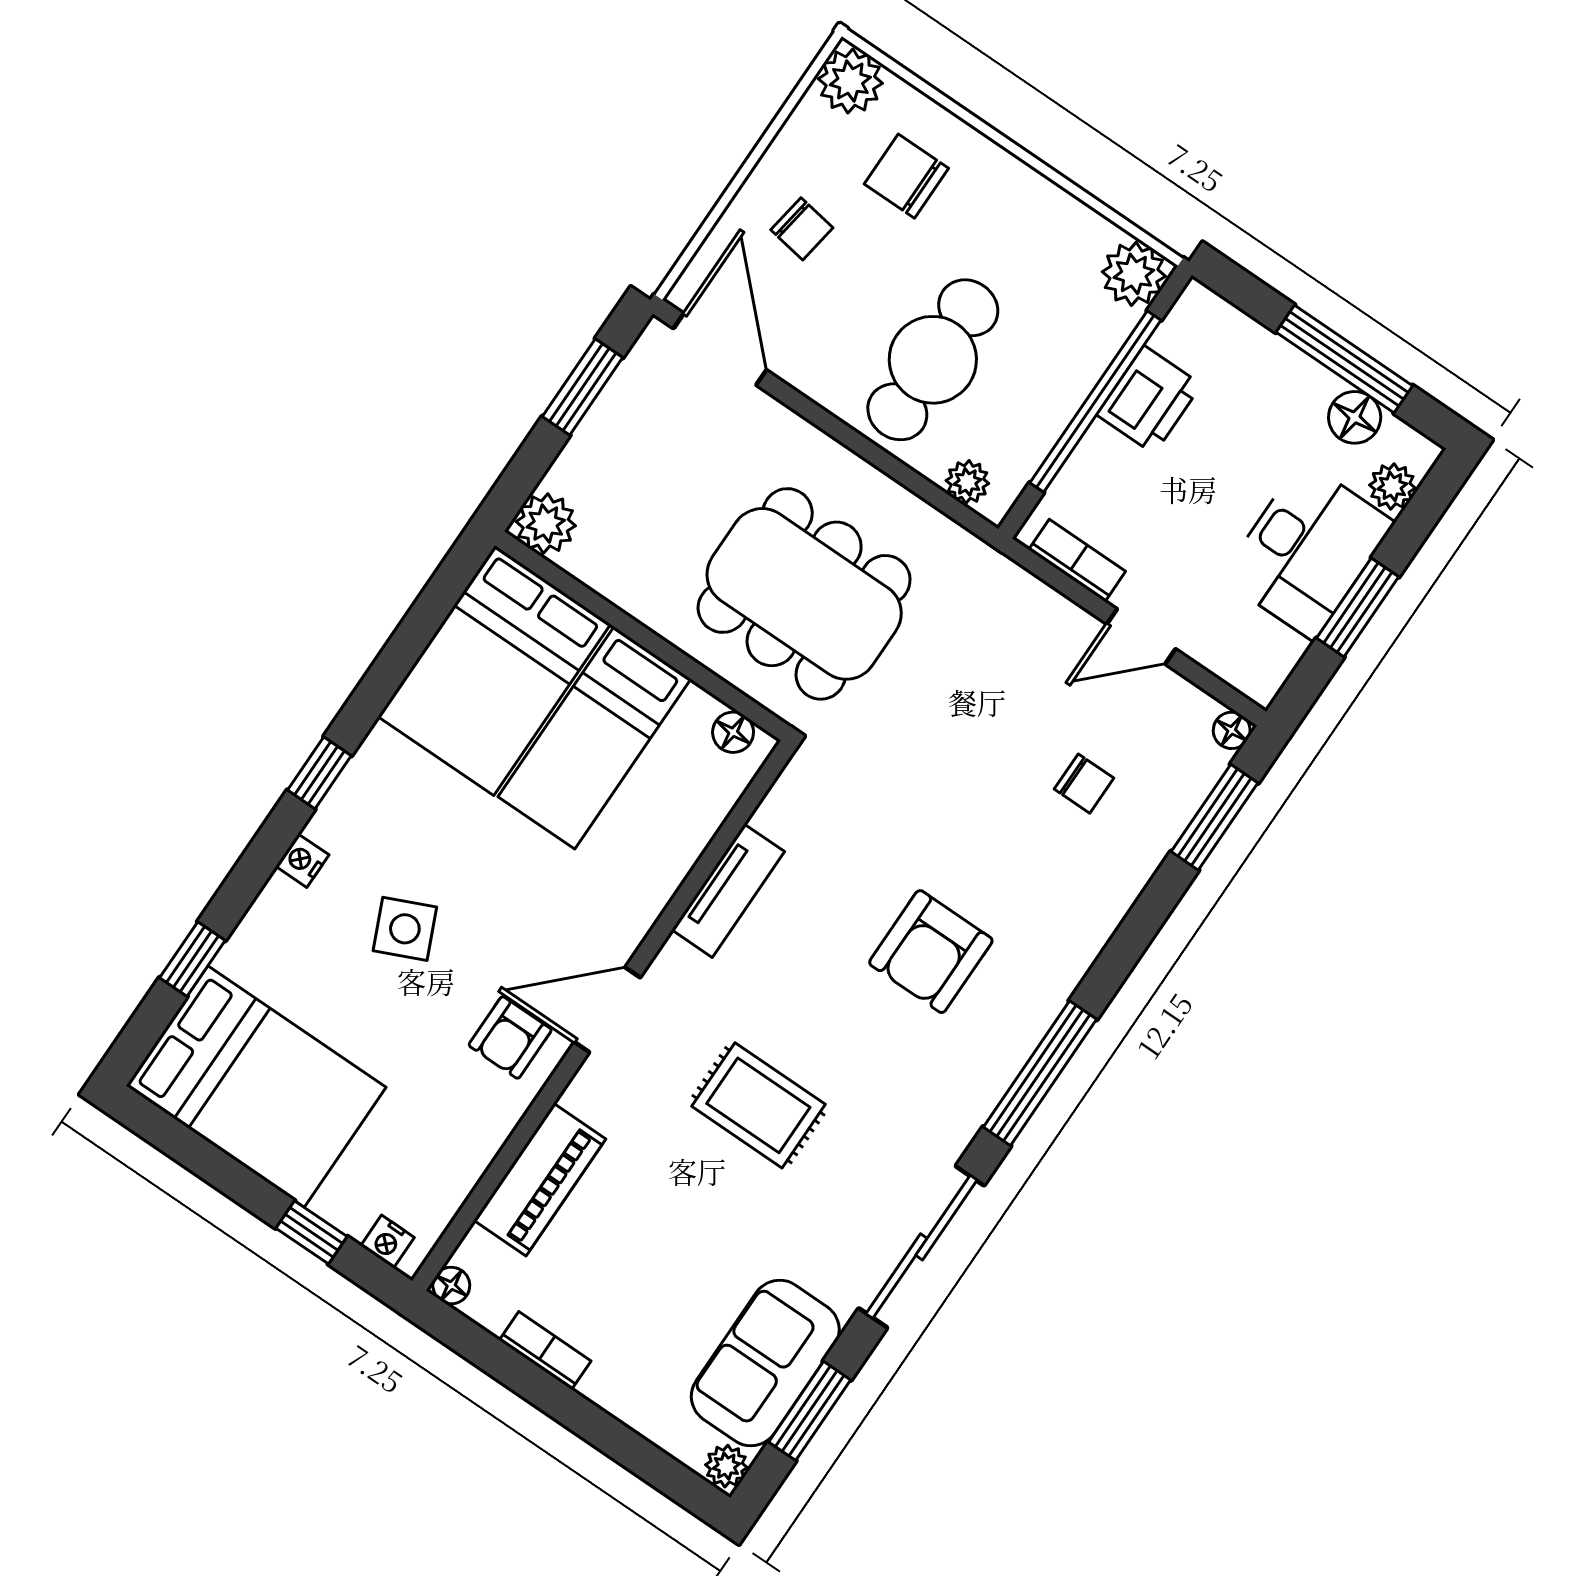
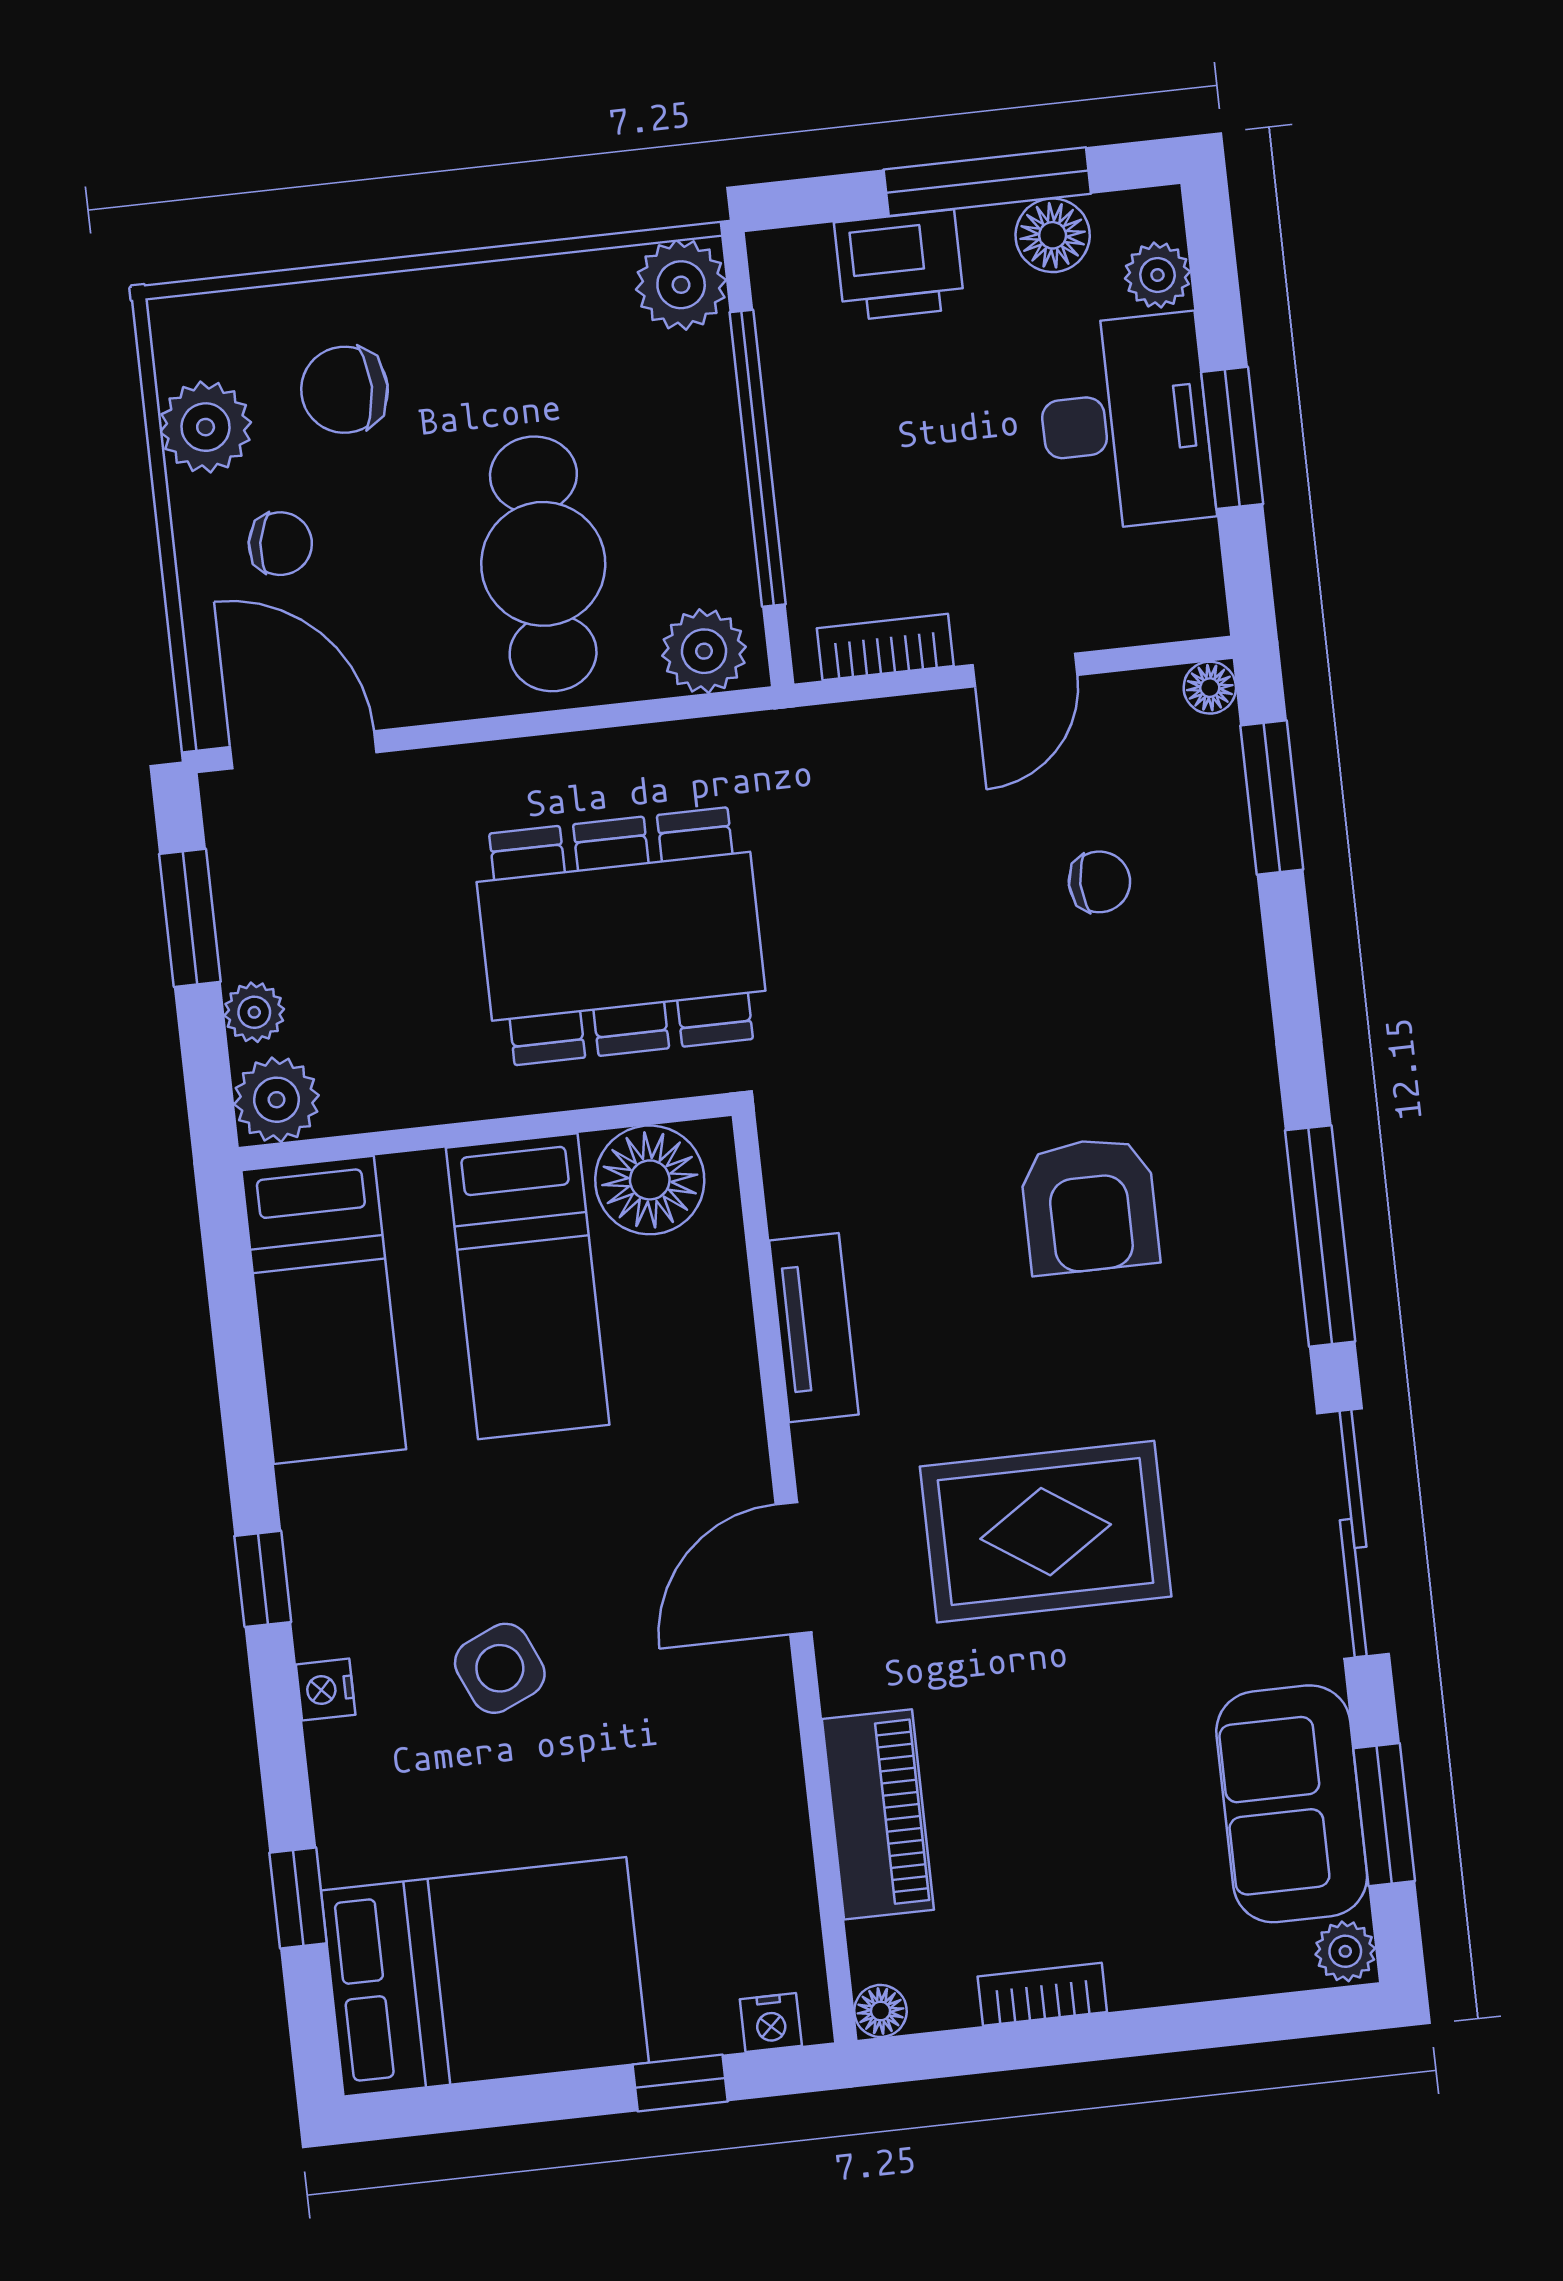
plant: (850, 81) -> (206, 427), moved
printer: (1149, 400) -> (899, 265), moved, turned 90
plant: (574, 467) -> (254, 1012), added
plant: (967, 482) -> (704, 651), width x1.38, depth x1.38
bed: (494, 670) -> (324, 1310), width x0.67
floor lamp: (733, 732) -> (650, 1180), width x1.89, depth x1.89
armchair: (510, 1037) -> (714, 1688), removed
rug: (758, 1105) -> (1046, 1532), width x1.36, depth x1.43

